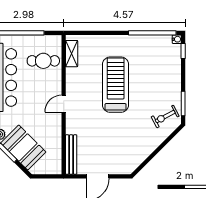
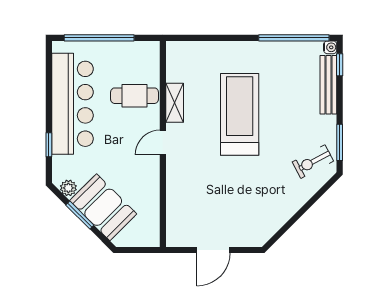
shelving: (72, 54) -> (175, 103), moved
cafe table: (43, 61) -> (135, 96), moved
bench: (71, 154) -> (328, 85), moved

